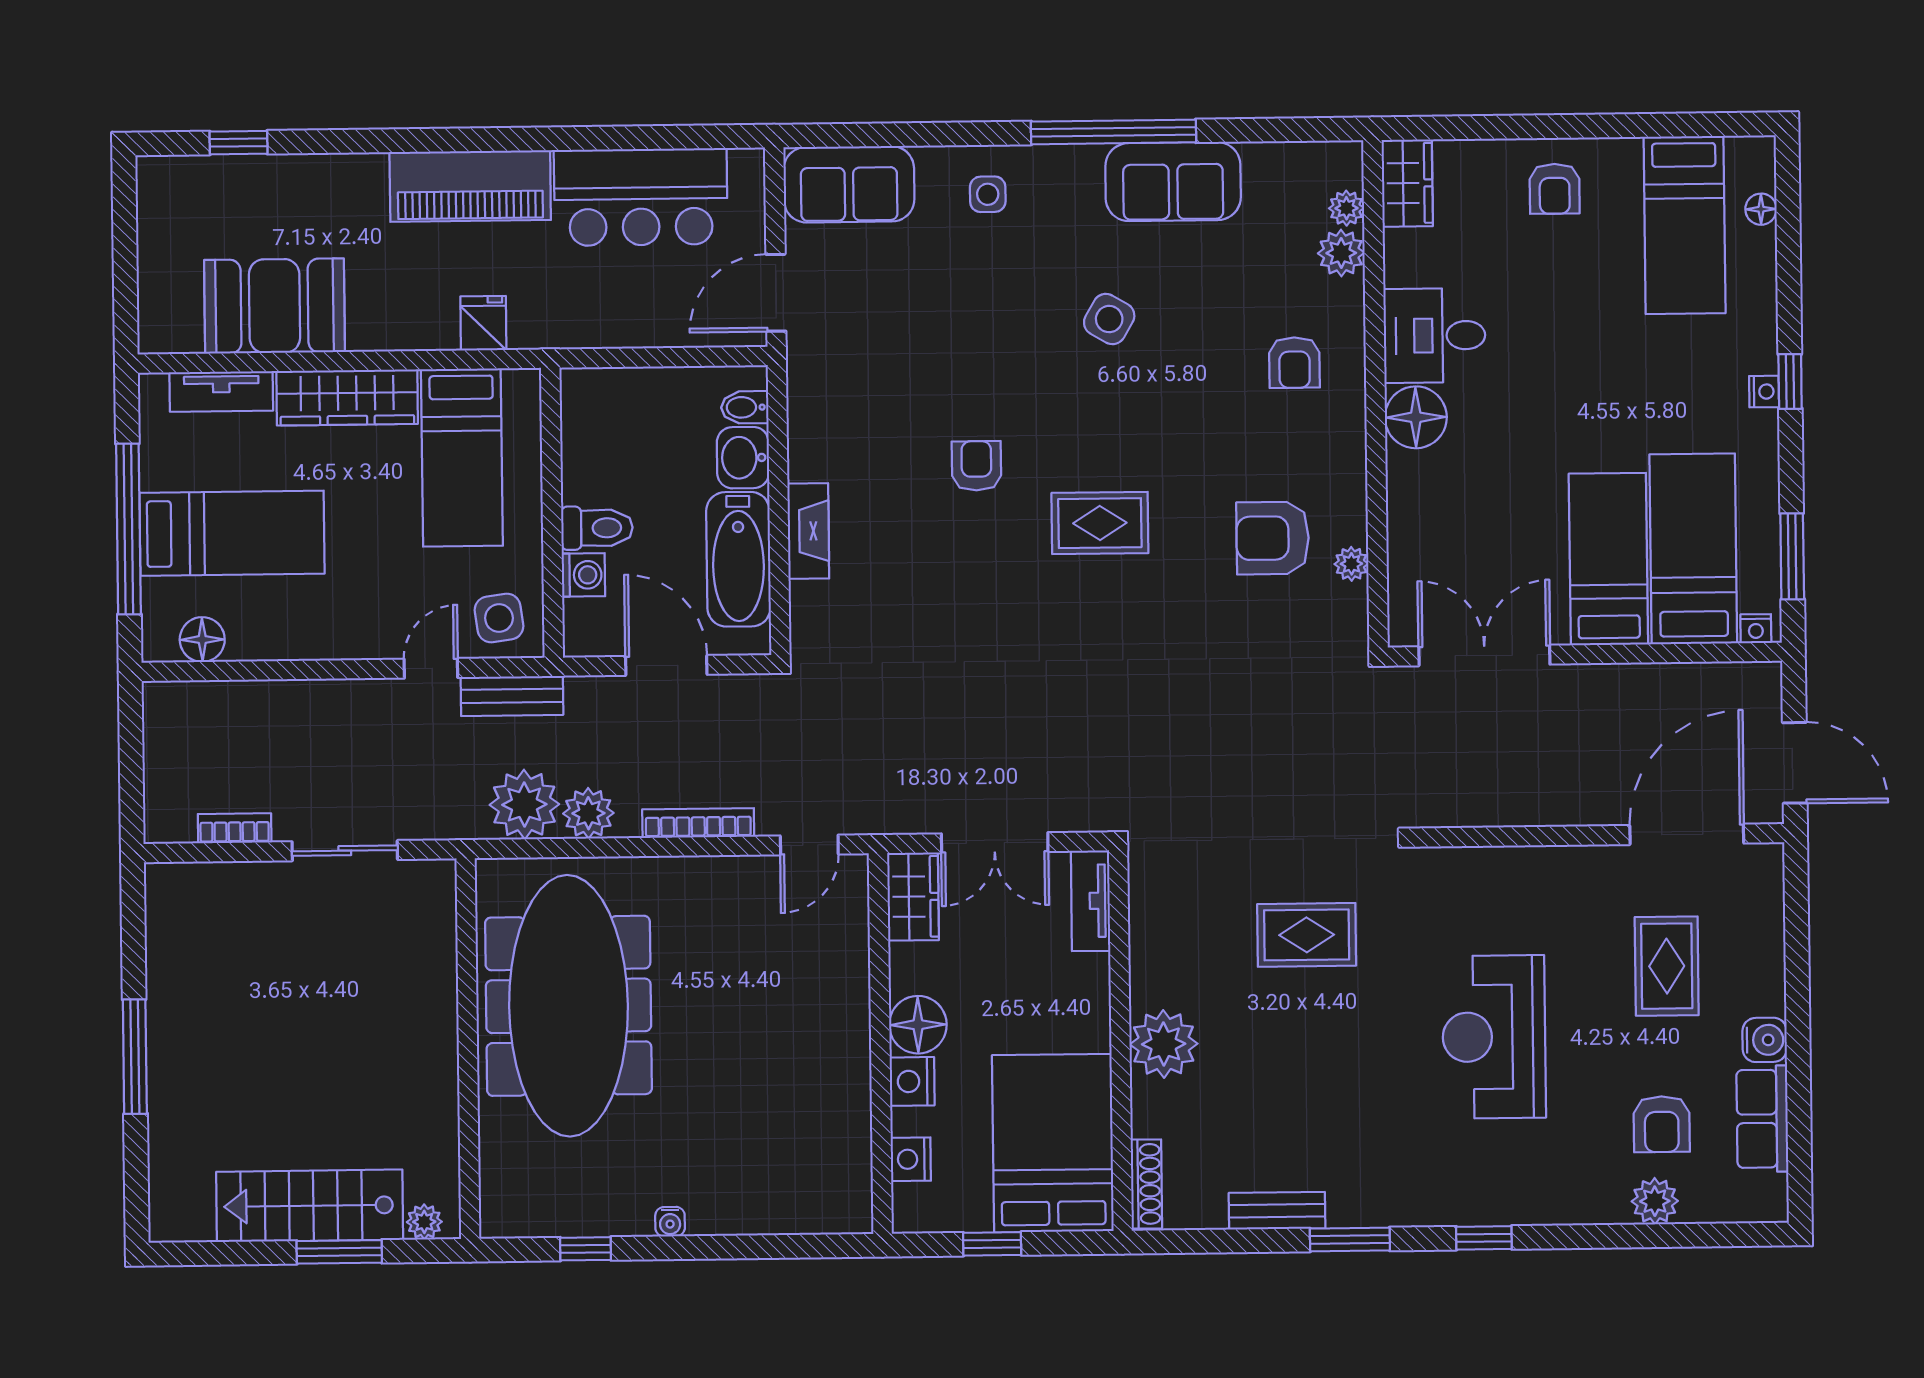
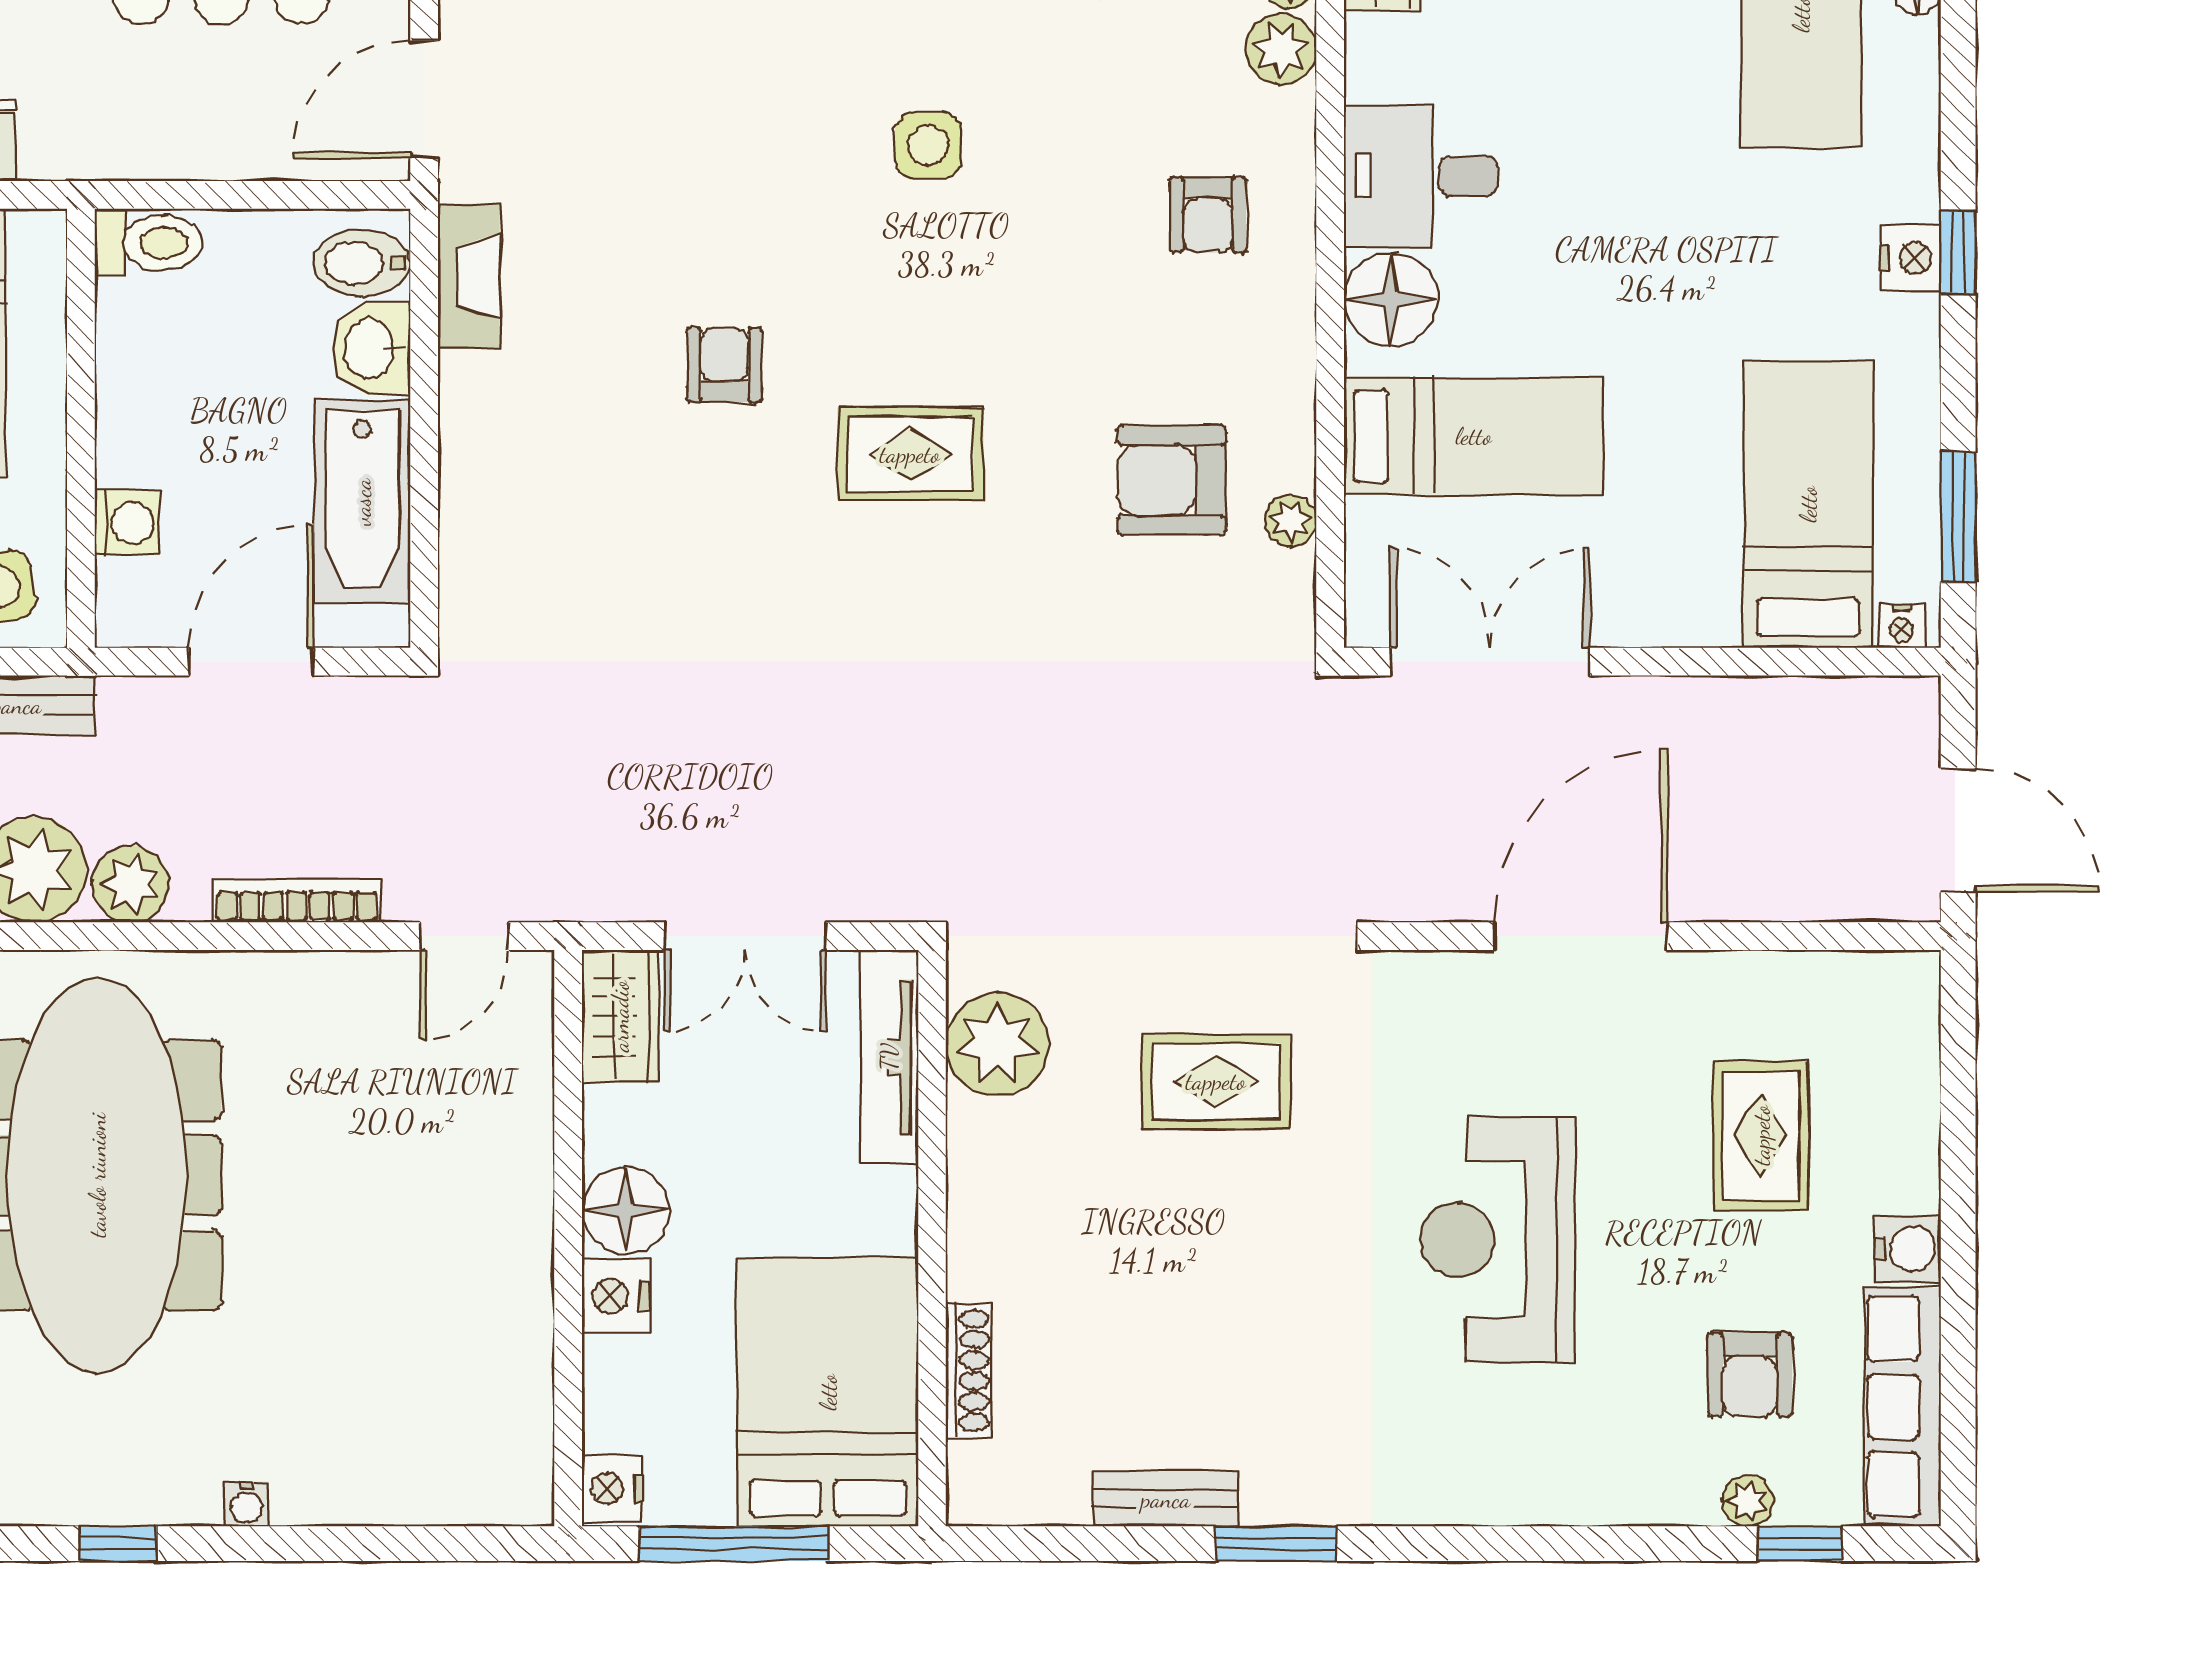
side table: (1109, 319) -> (928, 145), turned -30
nightstand: (1764, 392) -> (1911, 258), width x1.39, depth x1.35
bidet: (745, 407) -> (362, 263), width x1.38, depth x1.36
toilet: (597, 528) -> (149, 243), moved
fireplace: (808, 531) -> (469, 276), moved
bed: (1608, 559) -> (1474, 436), moved, turned 90
door: (666, 665) -> (251, 662), hinge flipped
door: (1687, 834) -> (1580, 936), moved
tv unit: (1091, 901) -> (889, 1057), width x1.41
plant: (1164, 1044) -> (997, 1044), moved
row of seats: (1762, 1119) -> (1902, 1407), width x1.48
nightstand: (911, 1159) -> (612, 1489), moved
shoe rack: (1146, 1184) -> (969, 1371), moved
plant: (1655, 1201) -> (1748, 1501), width x0.73, depth x0.73
window: (1484, 1238) -> (1800, 1544), moved
window: (992, 1244) -> (734, 1544), width x2.17

